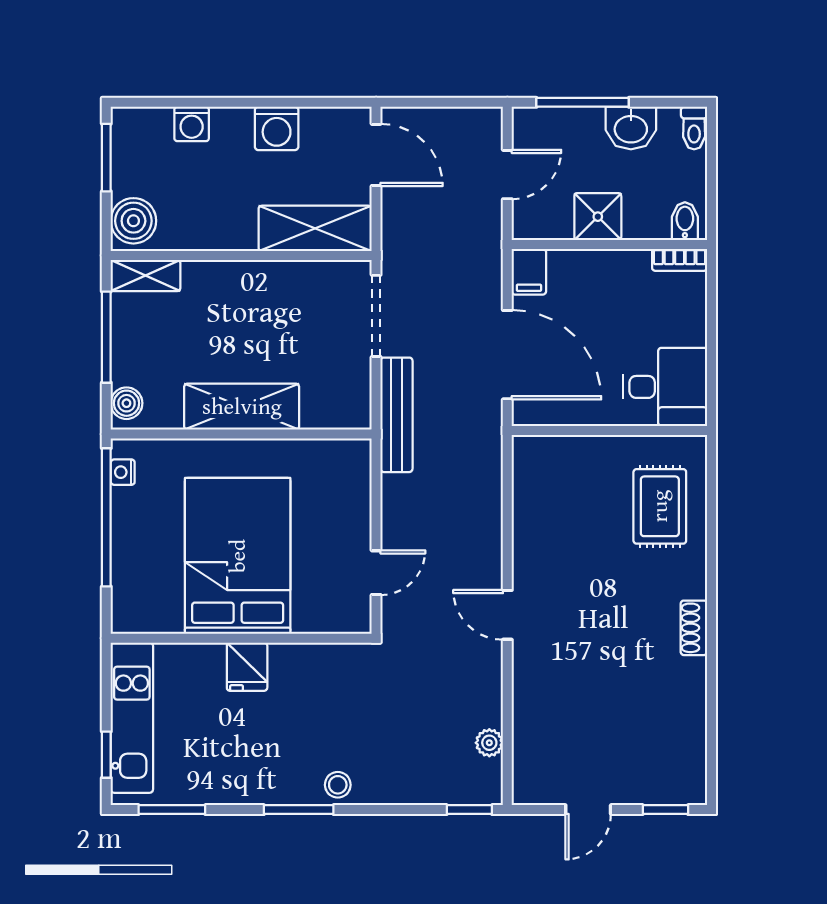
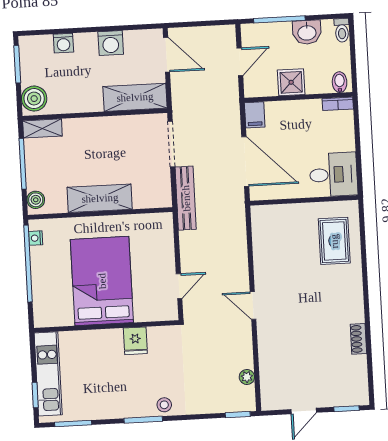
shoe rack: (694, 628) -> (358, 339), moved
fridge: (247, 667) -> (135, 341), moved

